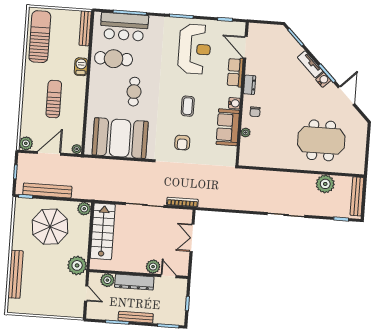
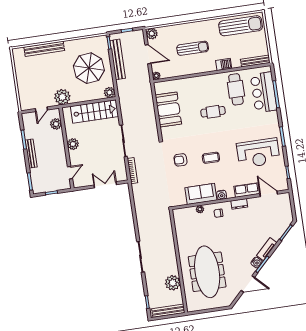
door: (245, 47) -> (269, 194), hinge flipped
booth: (120, 138) -> (168, 110), width x0.73, depth x0.70
meeting table: (321, 140) -> (207, 272), width x1.36
plant: (153, 267) -> (73, 144), moved
dresser: (134, 282) -> (59, 146), removed

